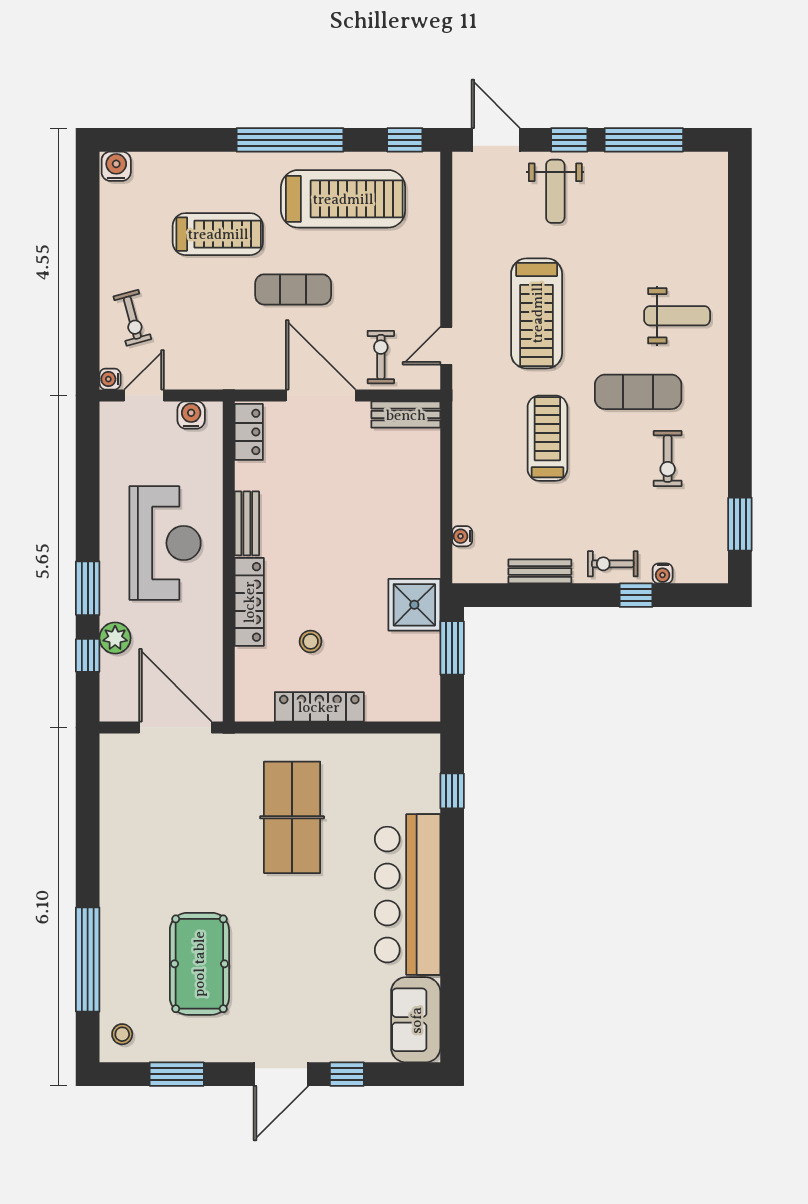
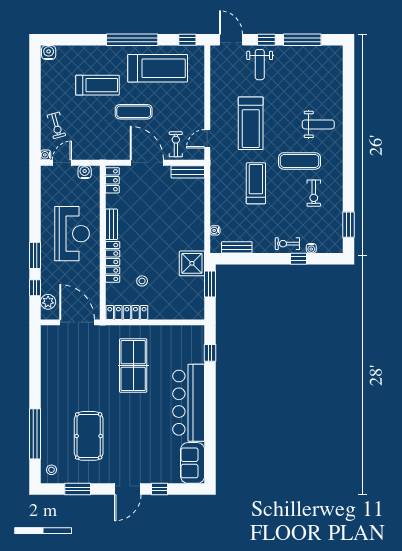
bench: (540, 571) -> (237, 247), moved
plant: (115, 638) -> (48, 302), moved
locker: (319, 707) -> (127, 312), moved

